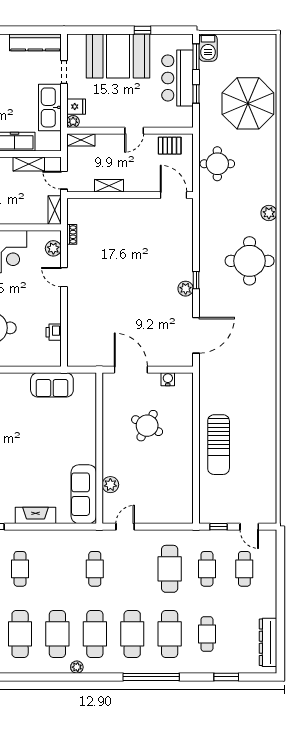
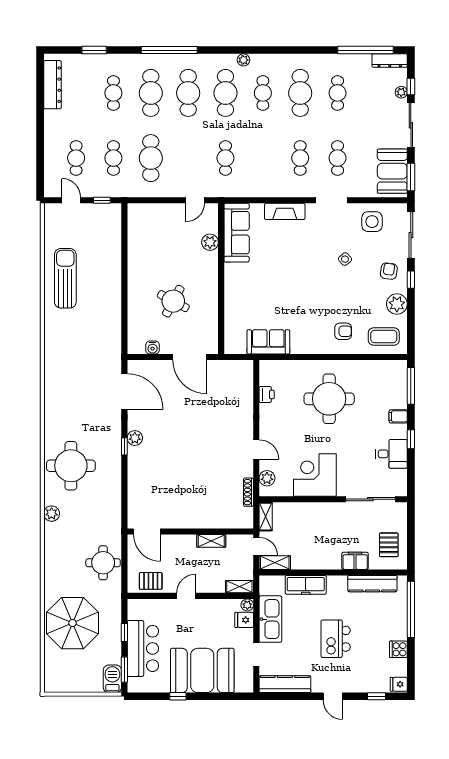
shelving: (29, 164) -> (275, 563), moved
shoe rack: (72, 234) -> (248, 492), width x1.43
door: (196, 335) -> (124, 391), swing flipped
sun lounger: (219, 445) -> (65, 278), moved
cafe table: (57, 634) -> (263, 93), width x0.73, depth x0.74

